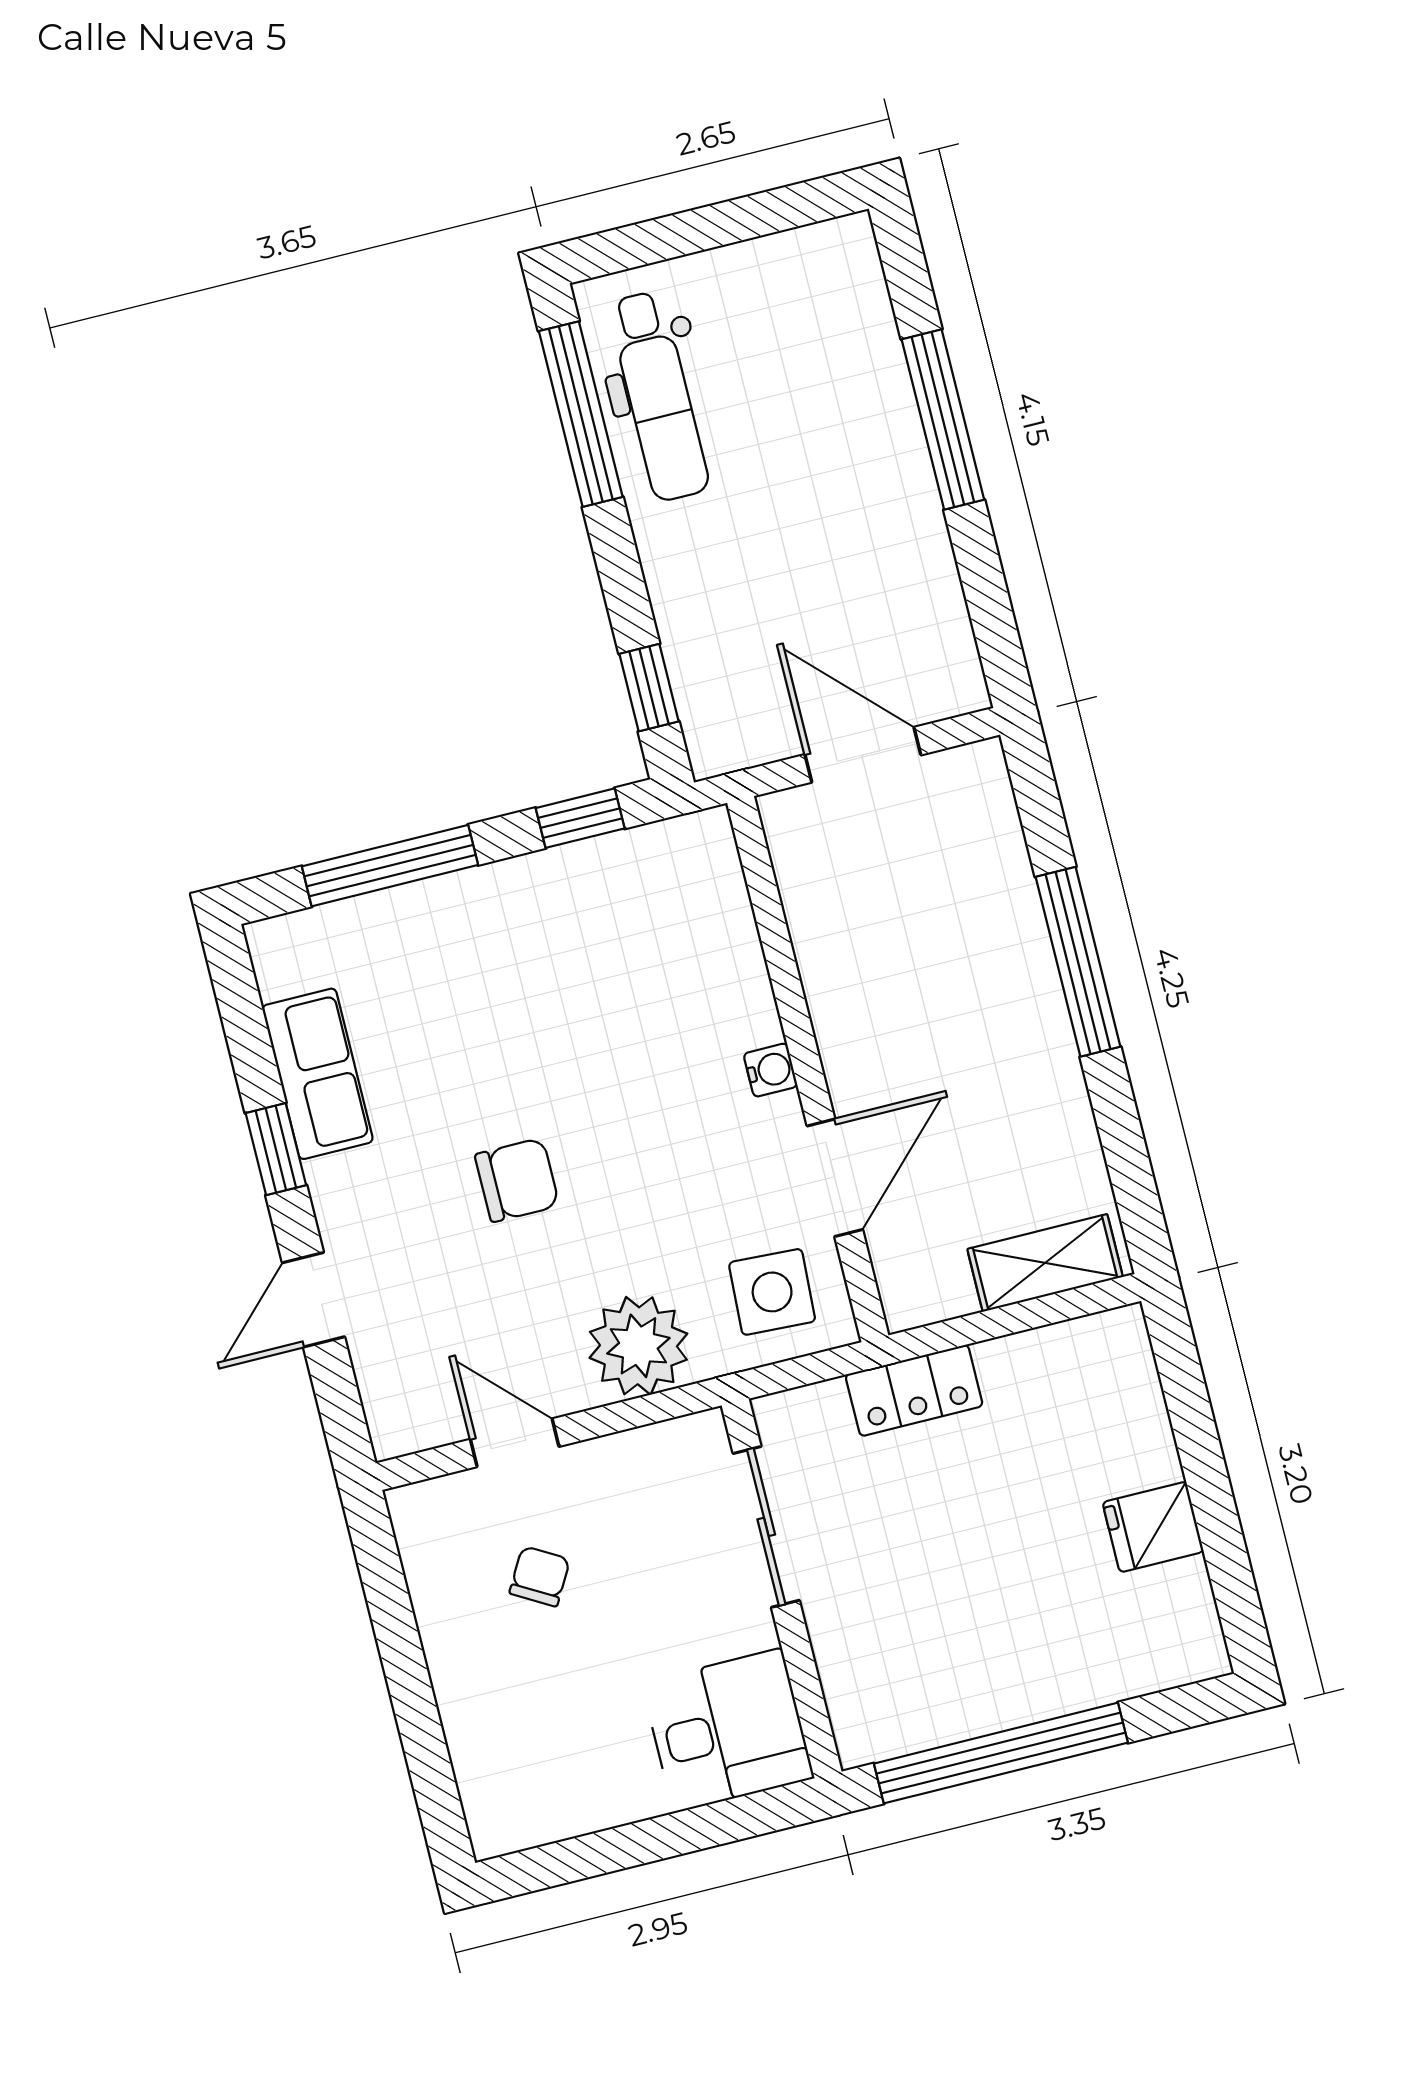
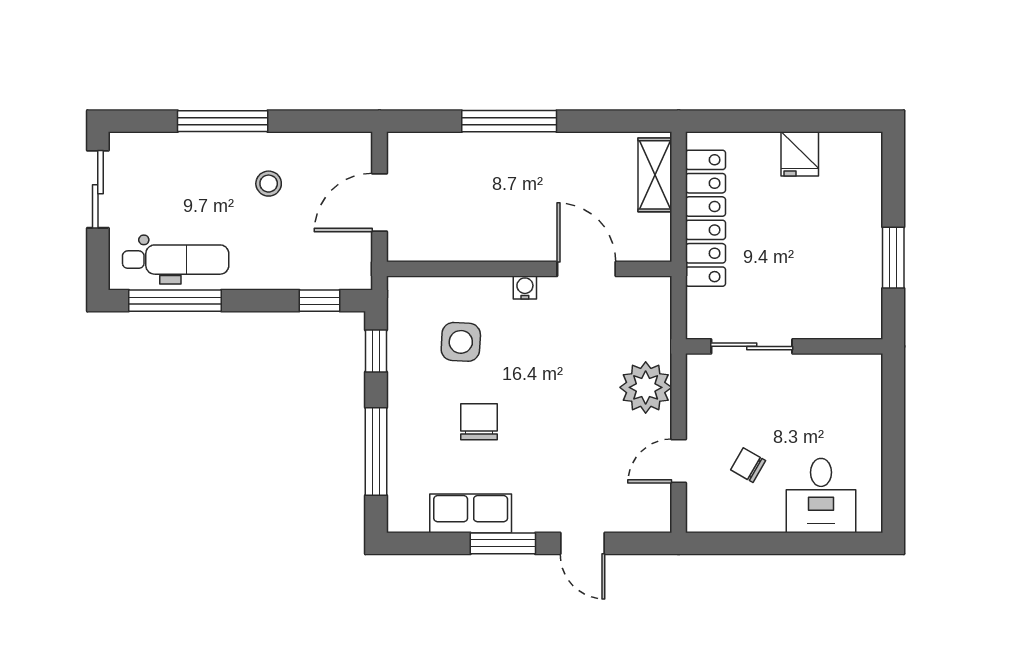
sliding door: (755, 216) -> (98, 189), added
stool: (846, 536) -> (269, 184), added
window: (276, 1149) -> (503, 543), width x1.50
chair: (517, 1180) -> (479, 422), moved
side table: (772, 1292) -> (461, 342), moved
locker: (914, 1390) -> (705, 218), width x2.16, depth x1.21
desk: (728, 1730) -> (821, 496), moved, turned 180
window: (1001, 1753) -> (893, 258), width x0.47

